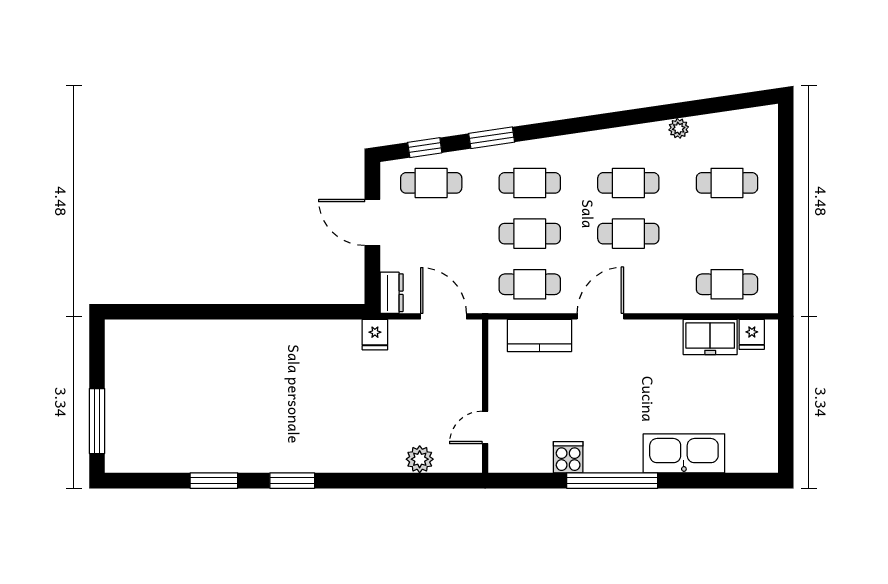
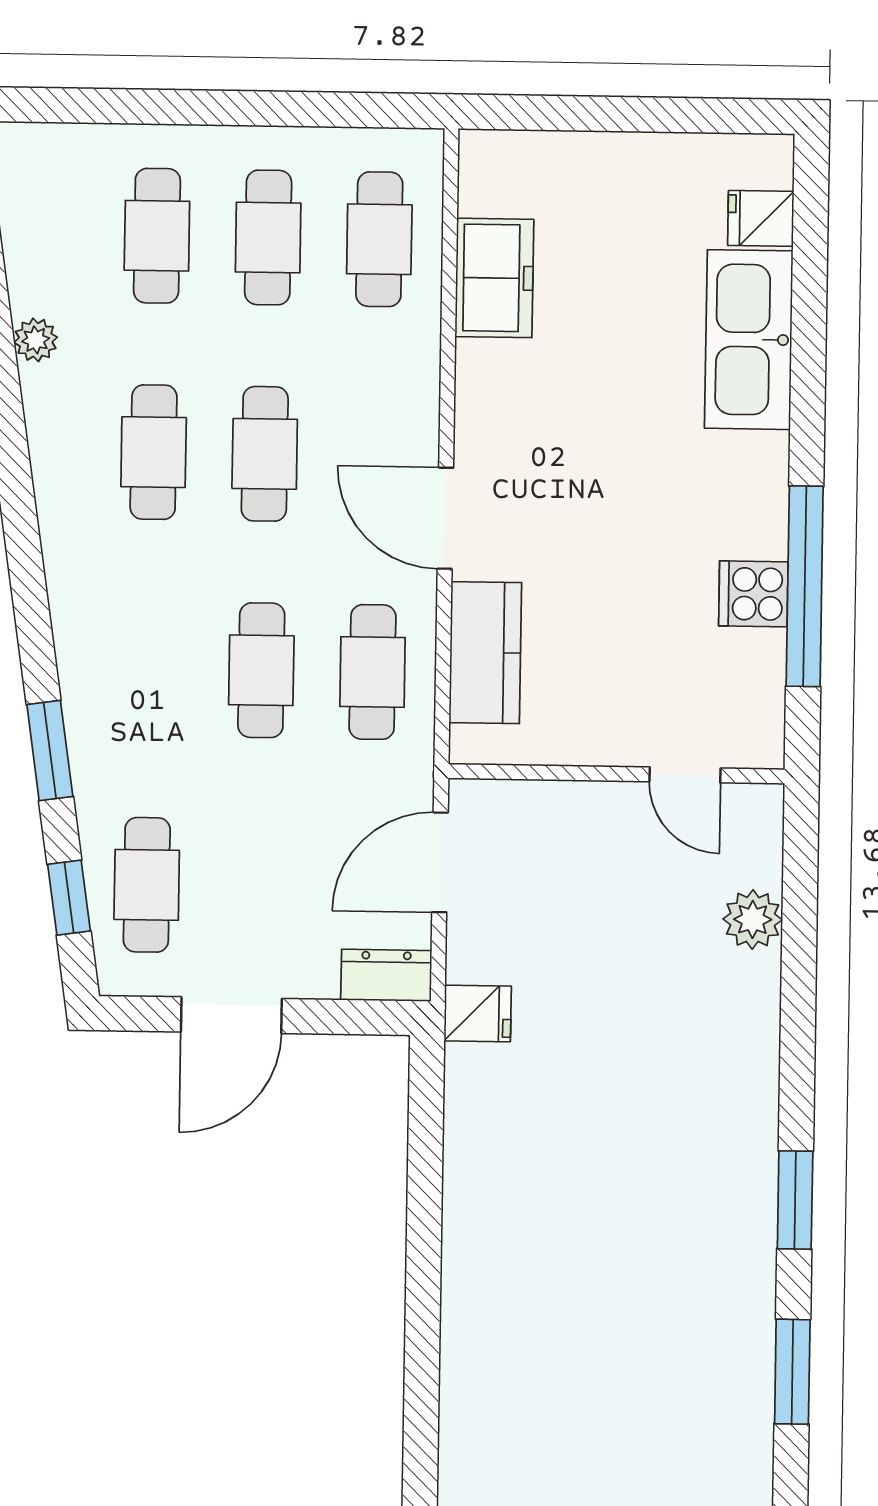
cafe table: (530, 183) -> (268, 237), moved
fridge: (752, 334) -> (761, 218), moved, turned 180
window: (612, 481) -> (805, 586), moved

